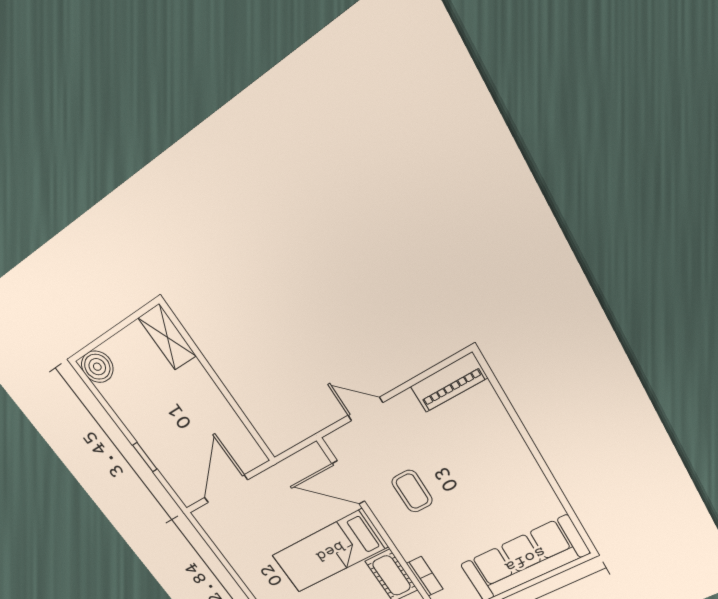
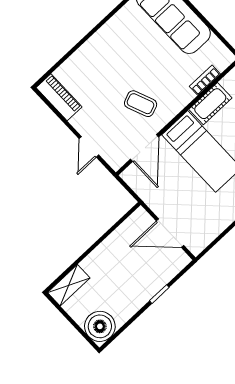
boiler: (97, 367) -> (100, 326), width x1.37, depth x1.37
coffee table: (412, 491) -> (141, 104), turned 68

